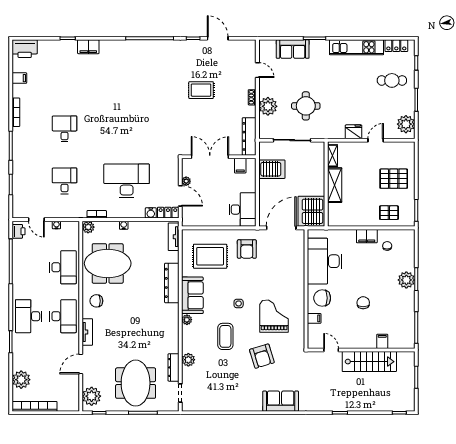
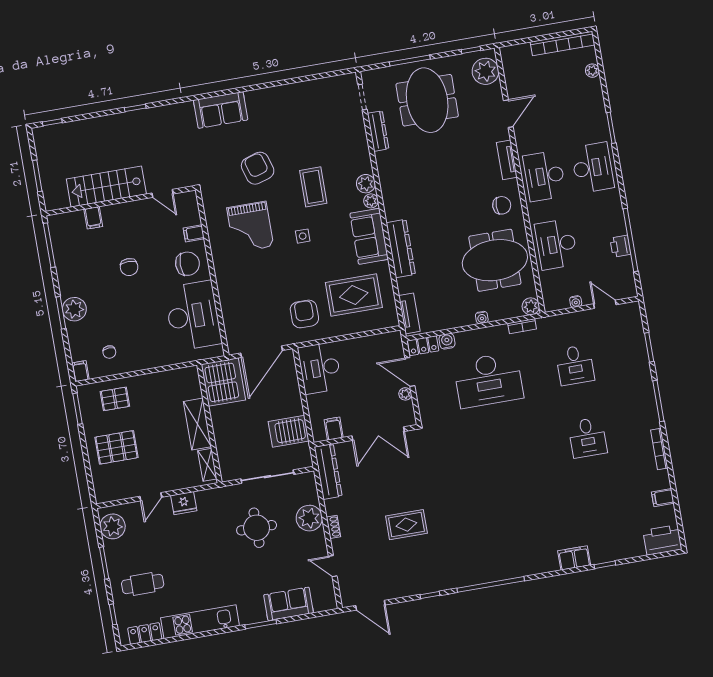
door: (218, 38) -> (370, 605), moved
printer: (19, 231) -> (620, 246), moved
filing cabinet: (367, 236) -> (80, 371), moved, width x0.50
plant: (188, 360) -> (366, 184), moved
plant: (21, 380) -> (592, 71), width x0.53, depth x0.53

